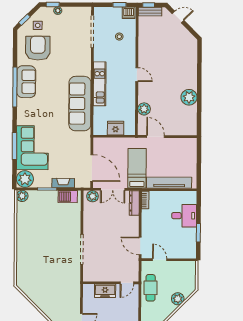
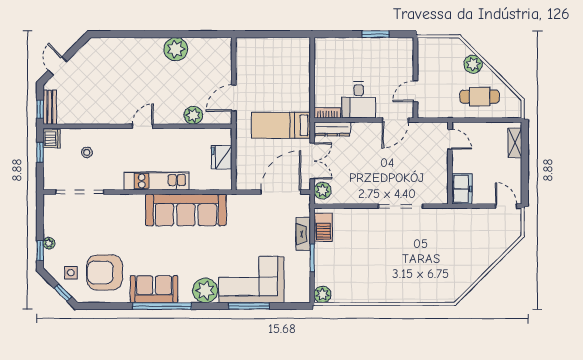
plant: (25, 179) -> (205, 290), moved
tv unit: (169, 183) -> (302, 78), removed
desk: (184, 216) -> (359, 100), moved, turned 180
cafe table: (151, 288) -> (480, 97), moved
freezer: (105, 291) -> (462, 189), moved

